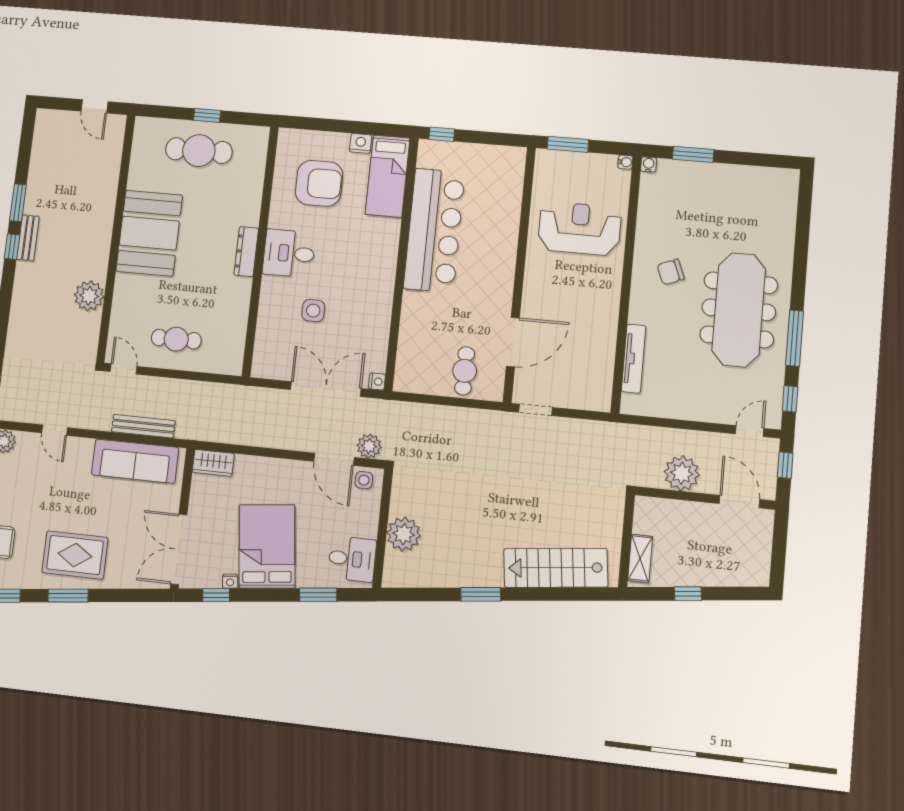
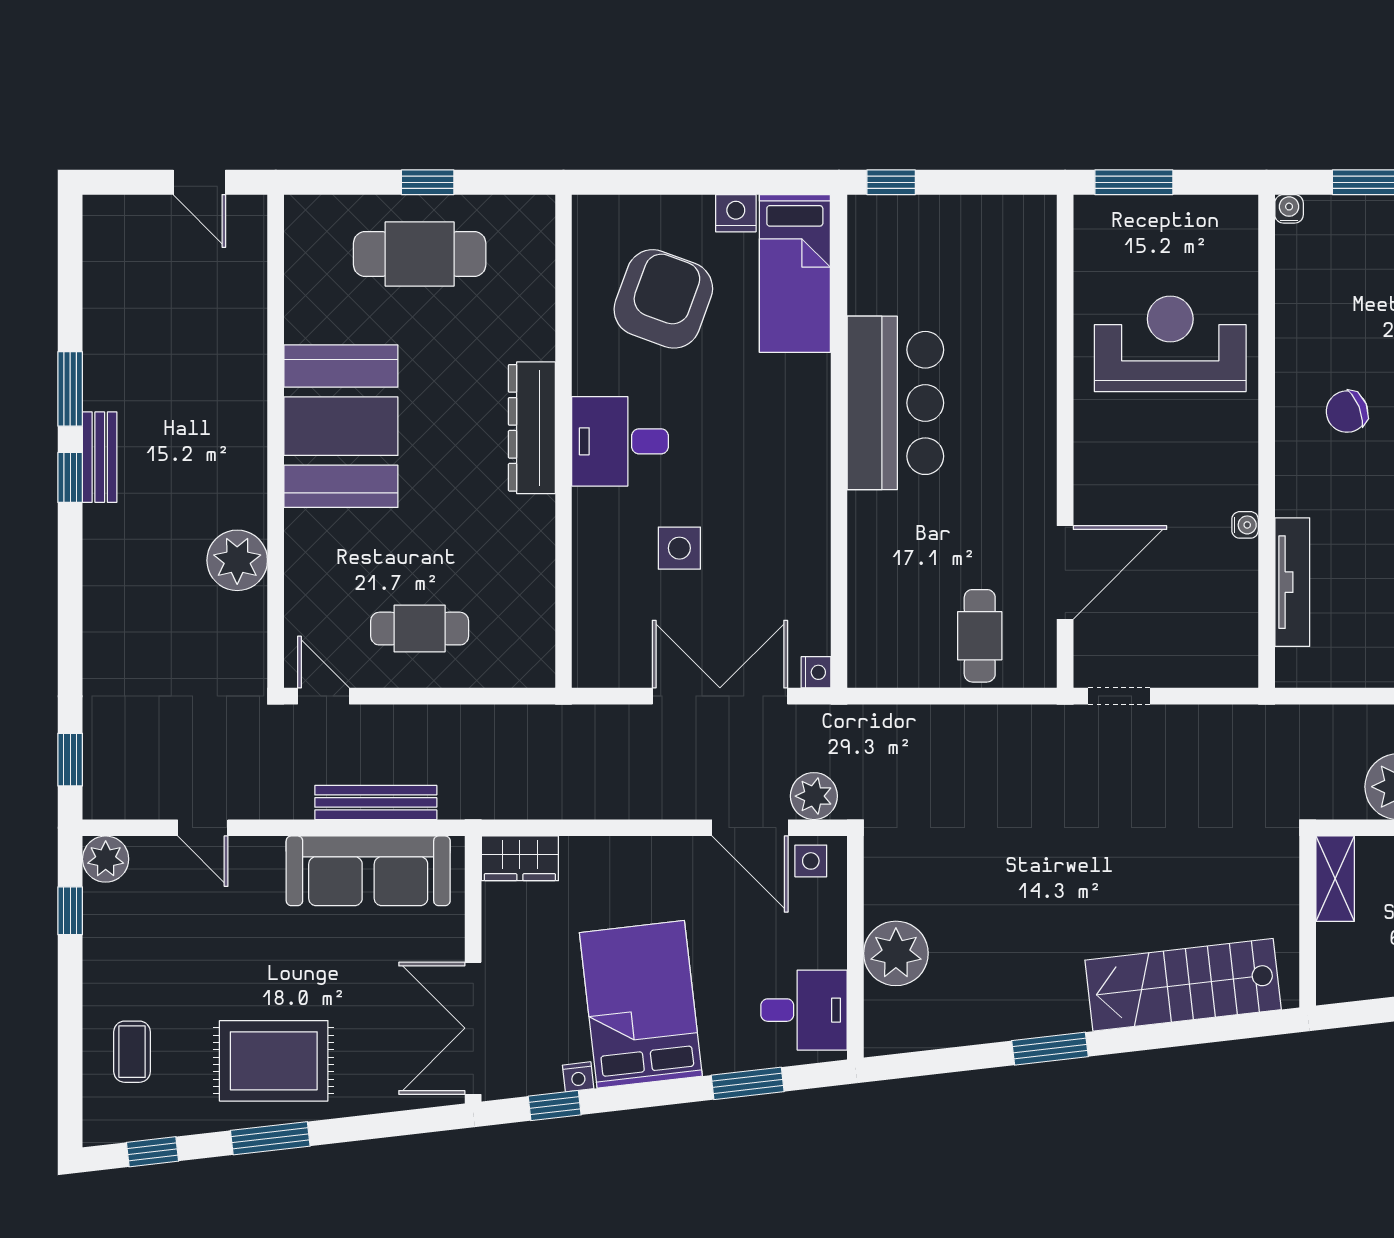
water cooler: (625, 162) -> (1245, 525), moved
armchair: (319, 183) -> (663, 299), turned -70
bar counter: (434, 230) -> (895, 403), width x0.73
dresser: (246, 252) -> (532, 428), width x1.37, depth x1.24
shelving: (640, 558) -> (1335, 879), moved

